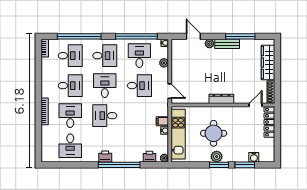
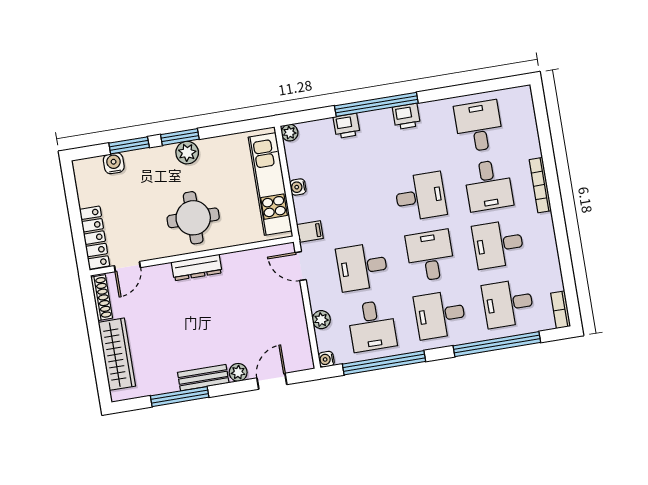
door: (193, 36) -> (272, 381), swing flipped
desk: (105, 86) -> (430, 256), turned 180
filing cabinet: (162, 121) -> (310, 232), moved
round table: (214, 133) -> (193, 218), moved
printer: (150, 157) -> (347, 126), moved

